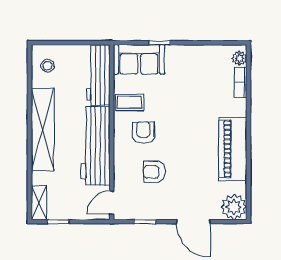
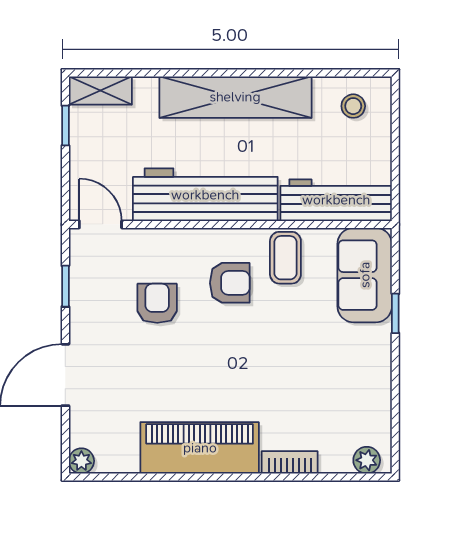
bookcase: (241, 82) -> (290, 462), moved
plant: (234, 207) -> (81, 461), width x0.53, depth x0.53

